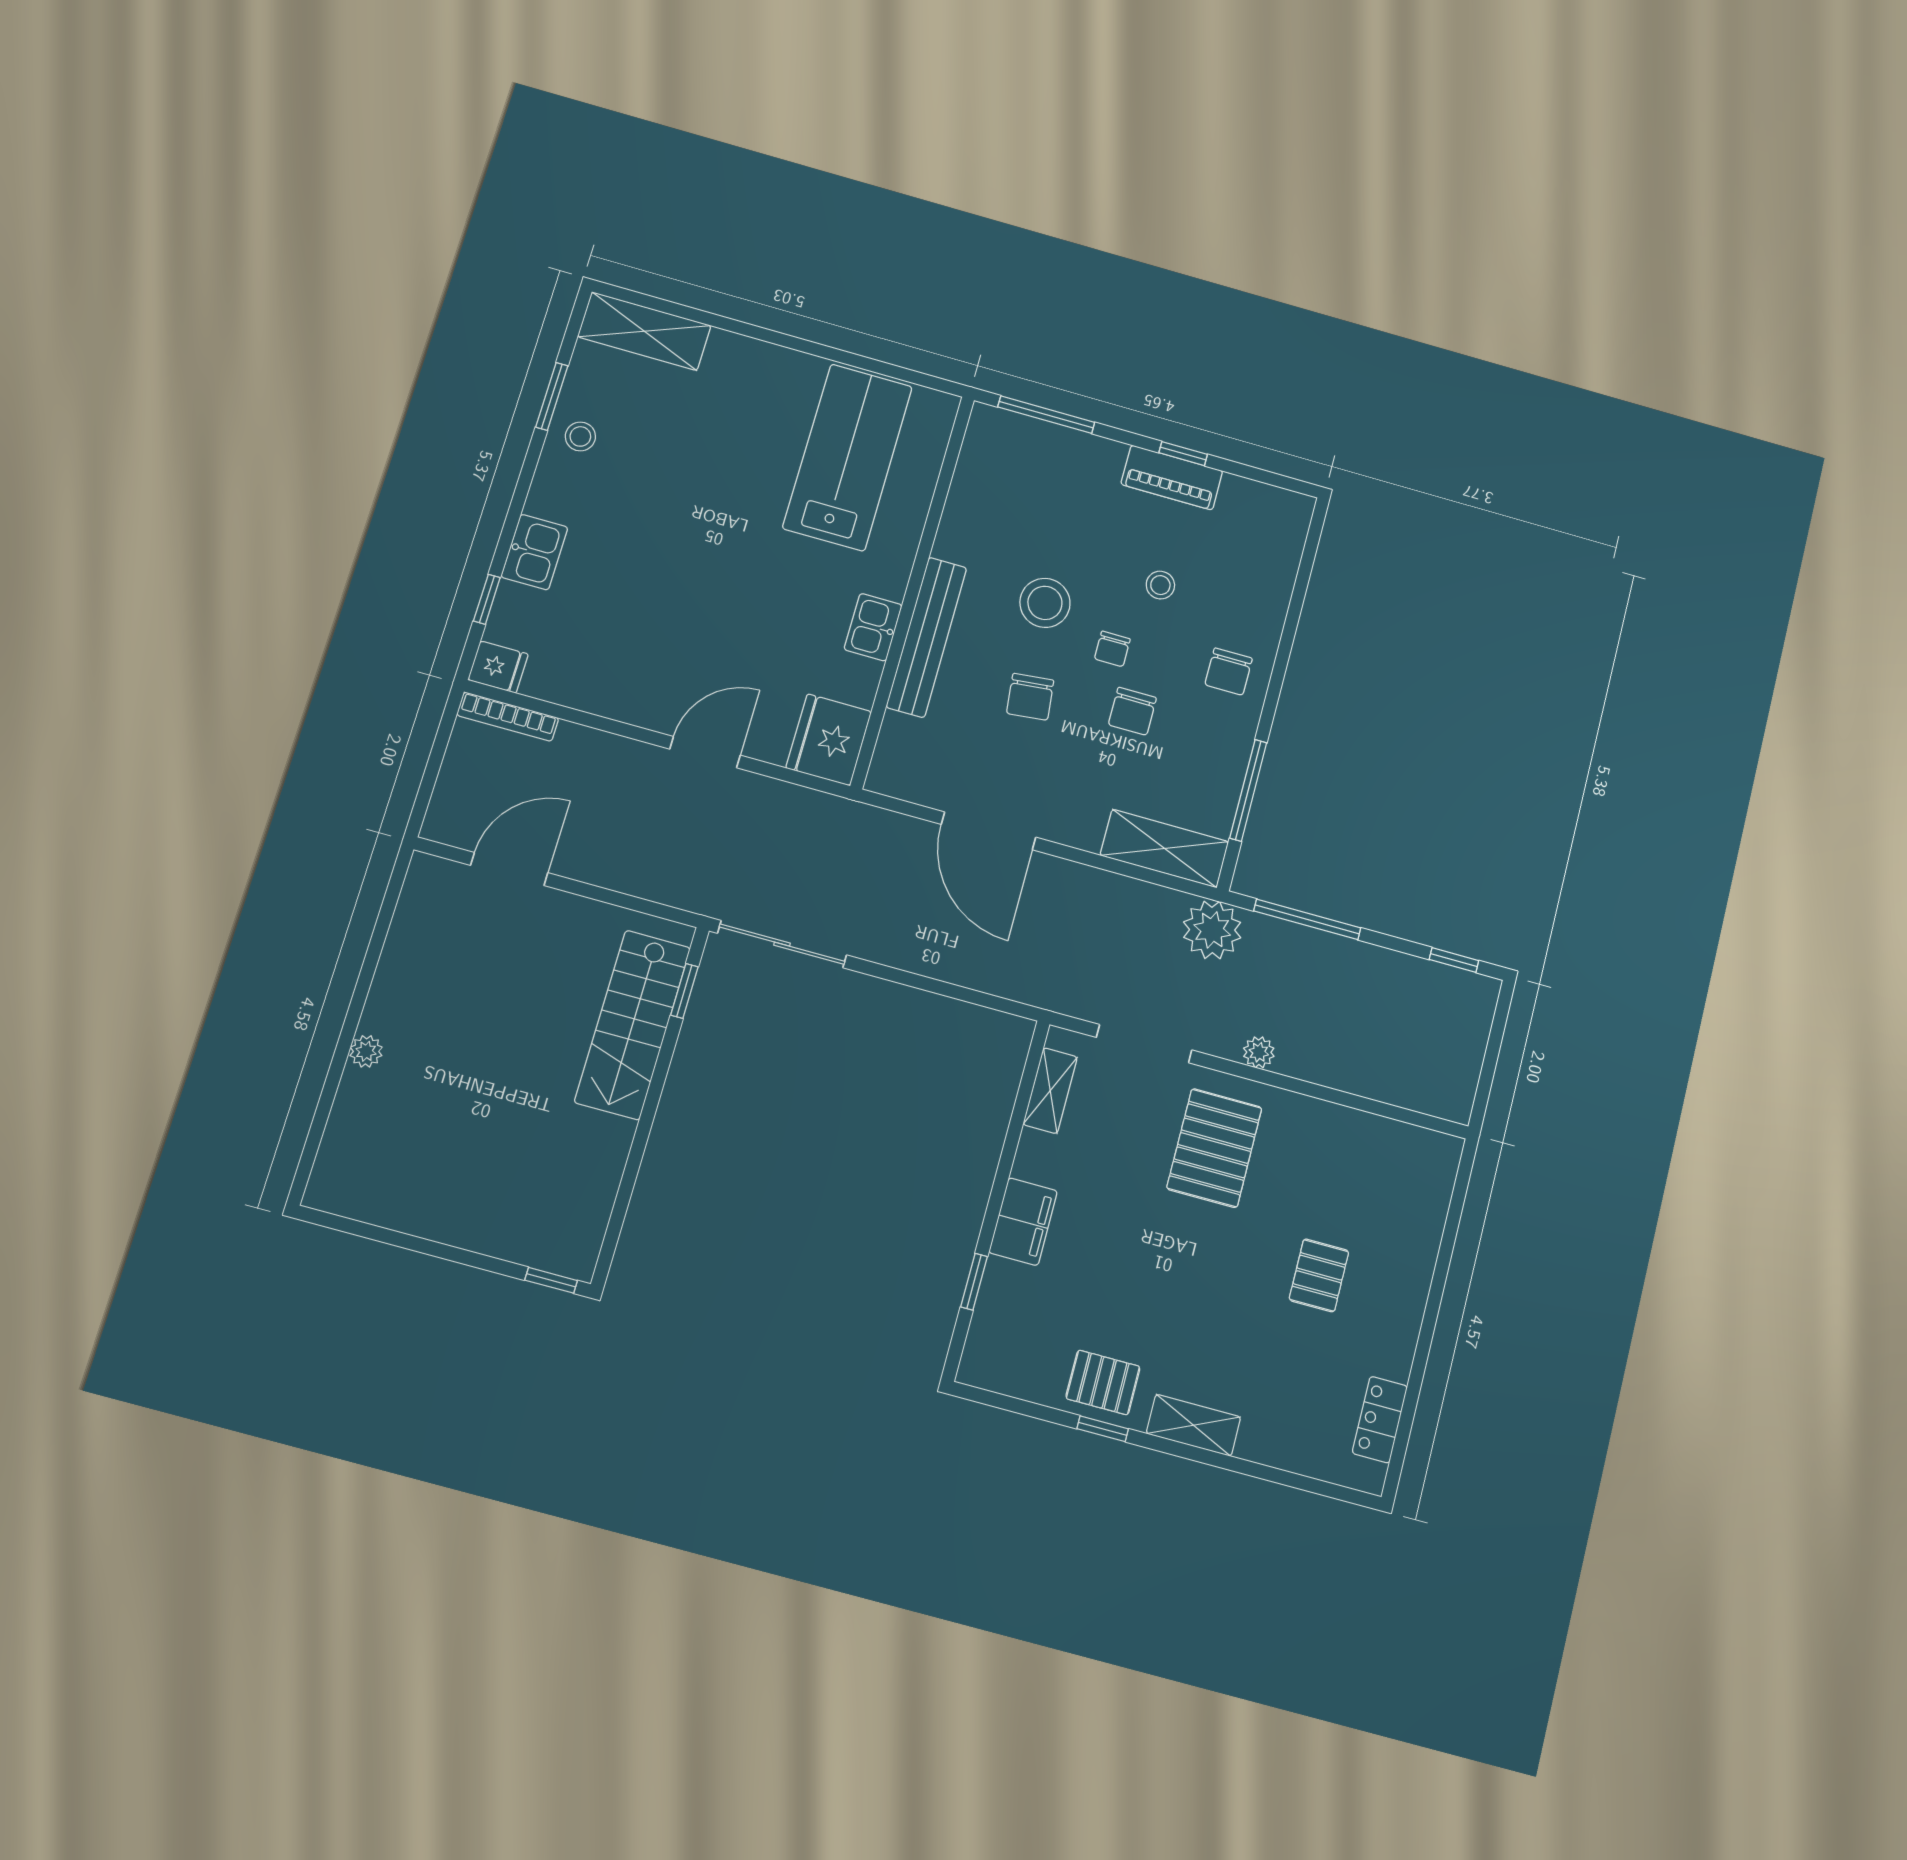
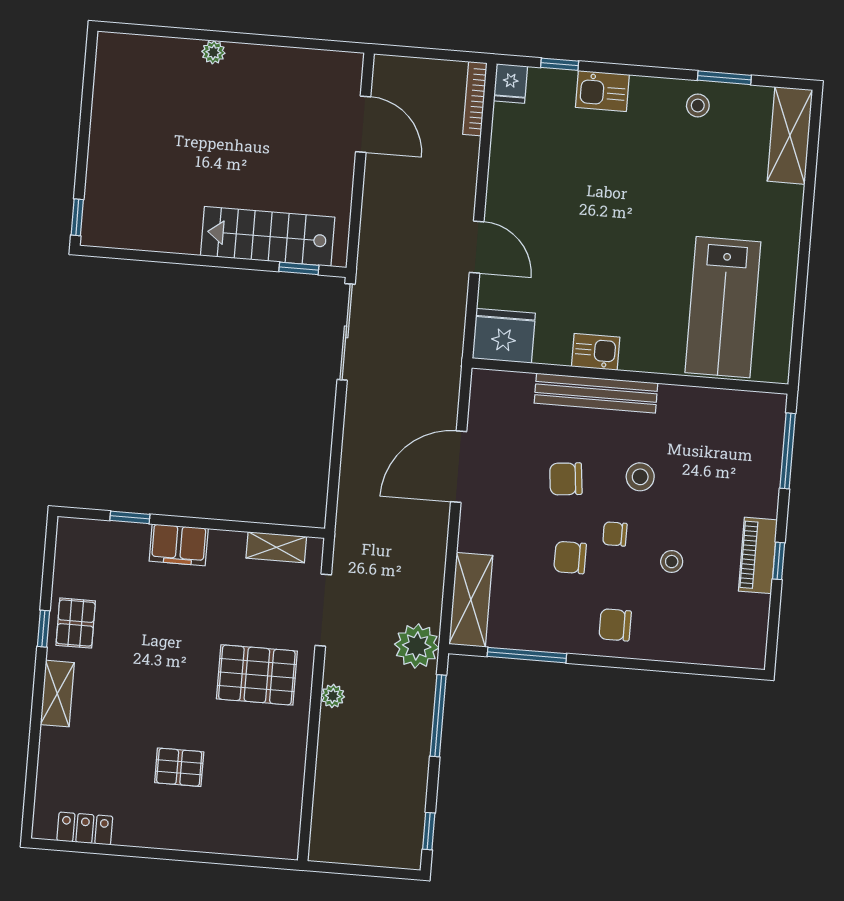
lab bench: (848, 457) -> (723, 307), turned 90
stool: (1045, 603) -> (640, 477), width x0.73, depth x0.73

